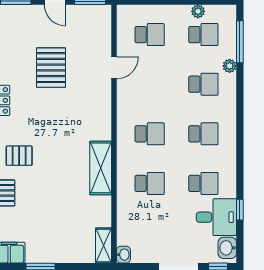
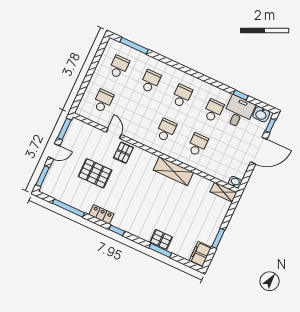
plant: (198, 11) -> (102, 63), removed
plant: (230, 66) -> (146, 59), removed
pallet: (19, 156) -> (123, 153), moved

